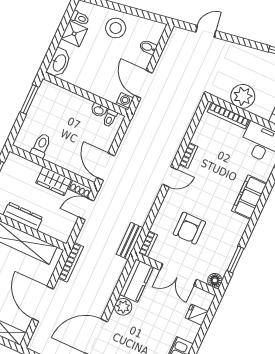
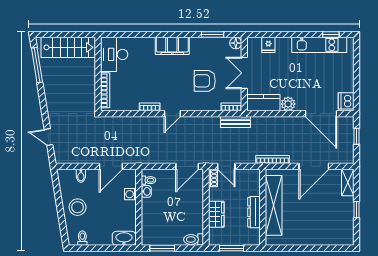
shower: (74, 34) -> (96, 237), removed
plant: (243, 96) -> (85, 86), removed
washing machine: (125, 101) -> (130, 194), moved
toilet: (41, 146) -> (194, 239), moved
door: (170, 177) -> (172, 114), swing flipped
wardrobe: (54, 181) -> (216, 214), moved
filing cabinet: (249, 197) -> (172, 46), moved
armchair: (189, 228) -> (205, 81), turned 180
double door: (178, 275) -> (244, 73), swing flipped

